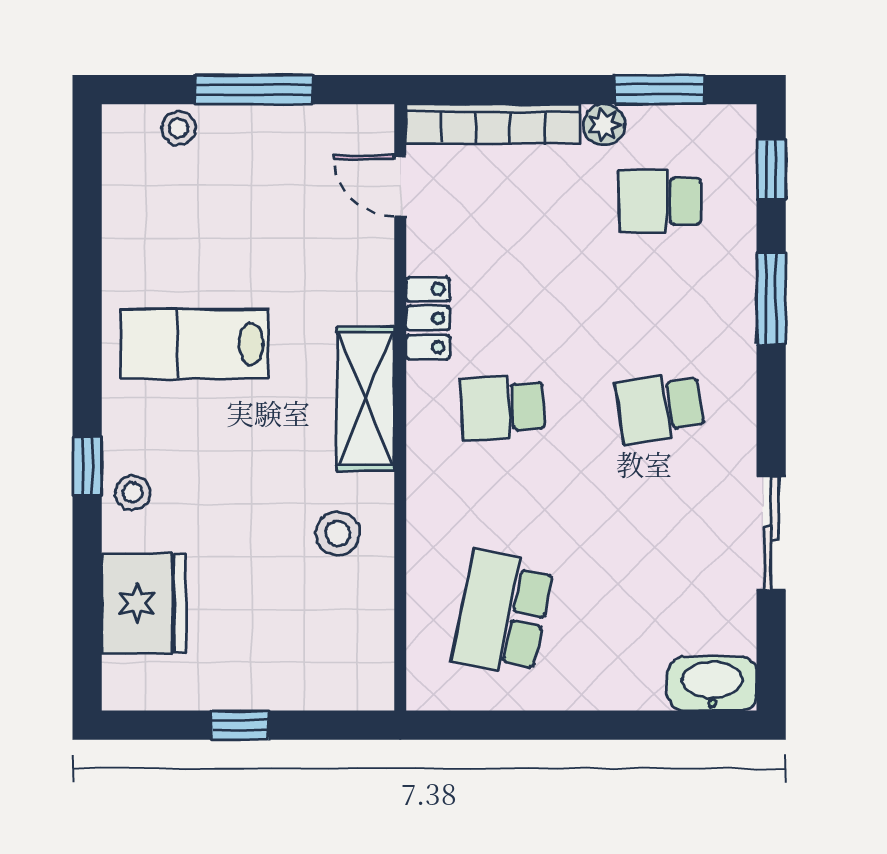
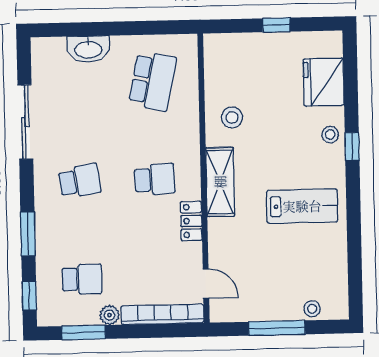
sliding door: (771, 534) -> (25, 122), width x1.37
washbasin: (712, 684) -> (88, 49), moved

